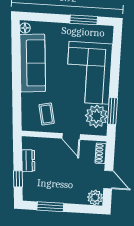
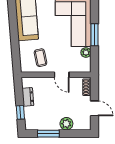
window: (113, 111) -> (94, 35), moved
plant: (97, 116) -> (86, 52), width x0.53, depth x0.53
plant: (95, 197) -> (66, 124), moved

